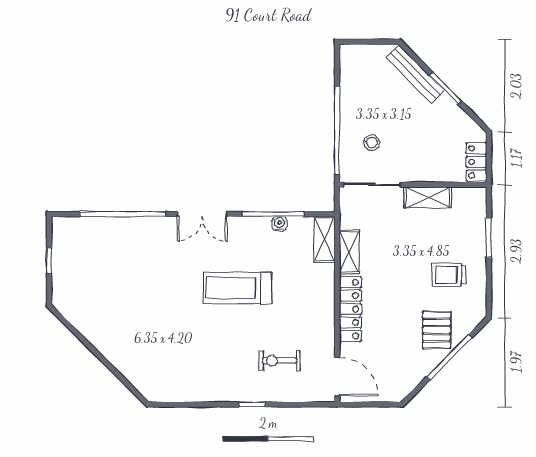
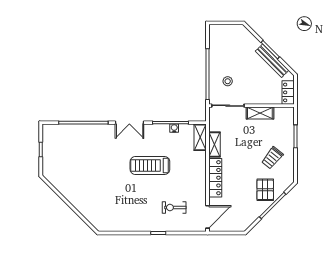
bench: (416, 74) -> (272, 61), moved
trolley: (449, 275) -> (272, 158), turned -51
door: (337, 377) -> (208, 217), hinge flipped

